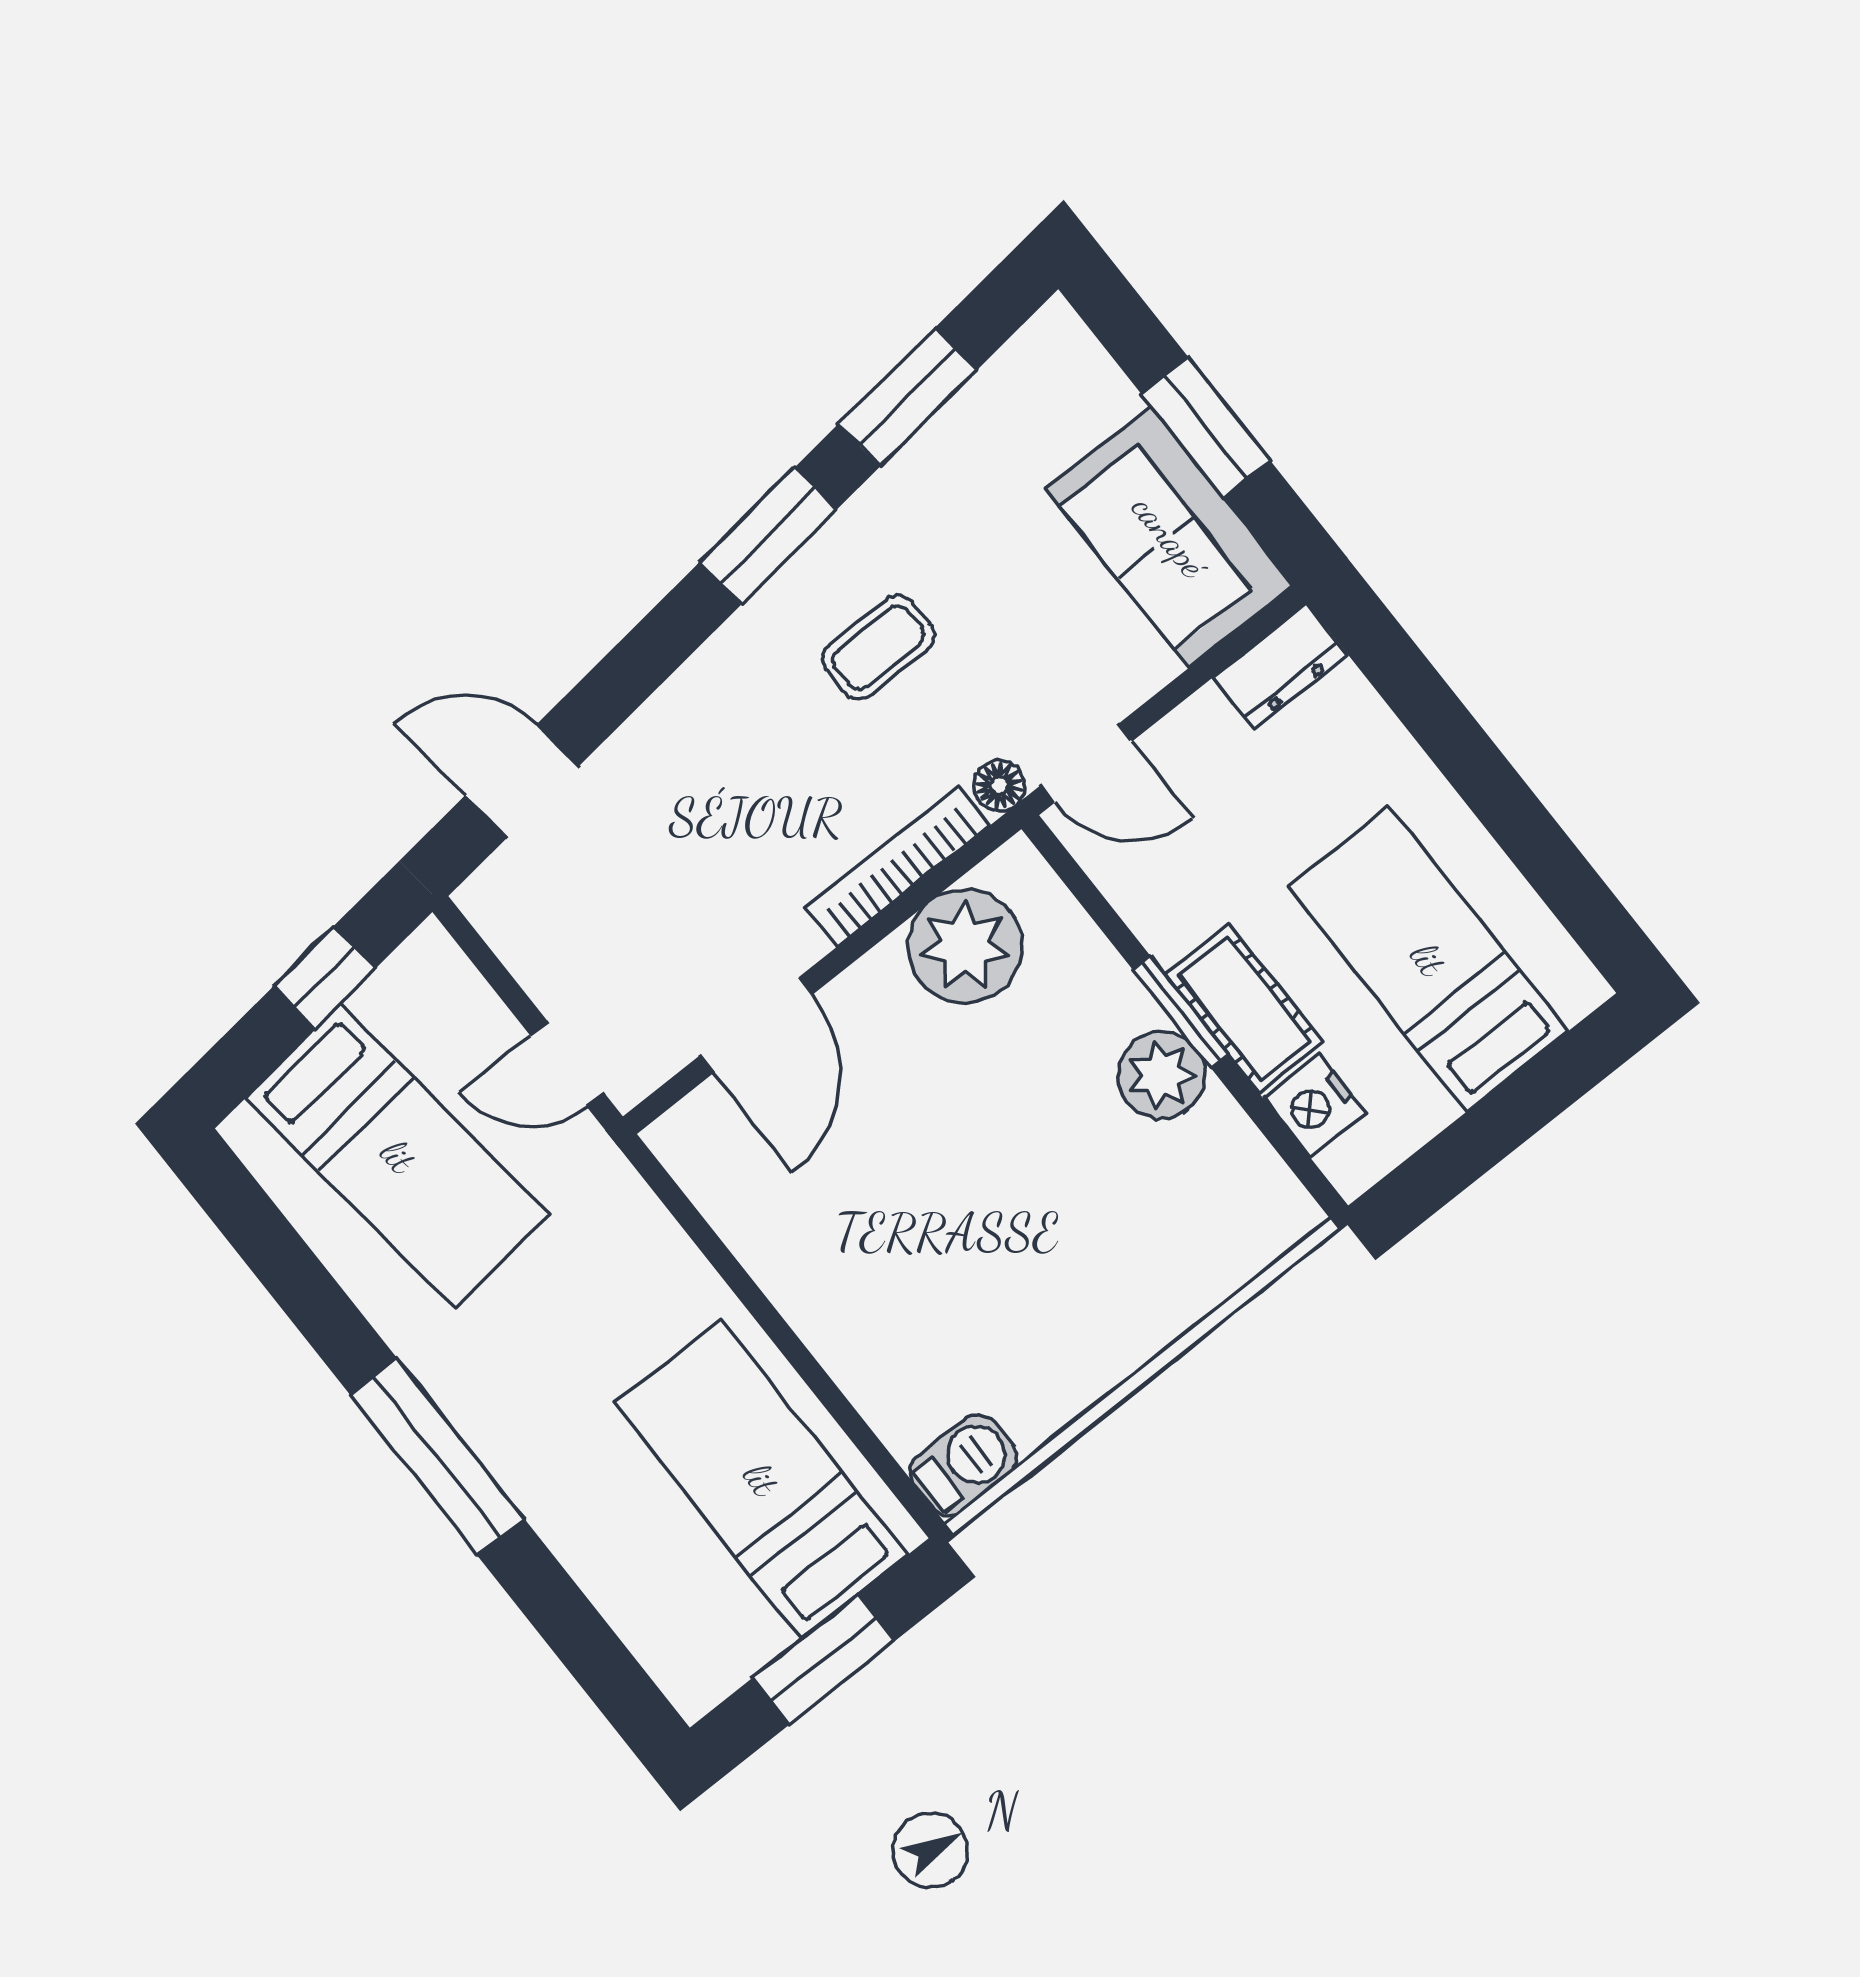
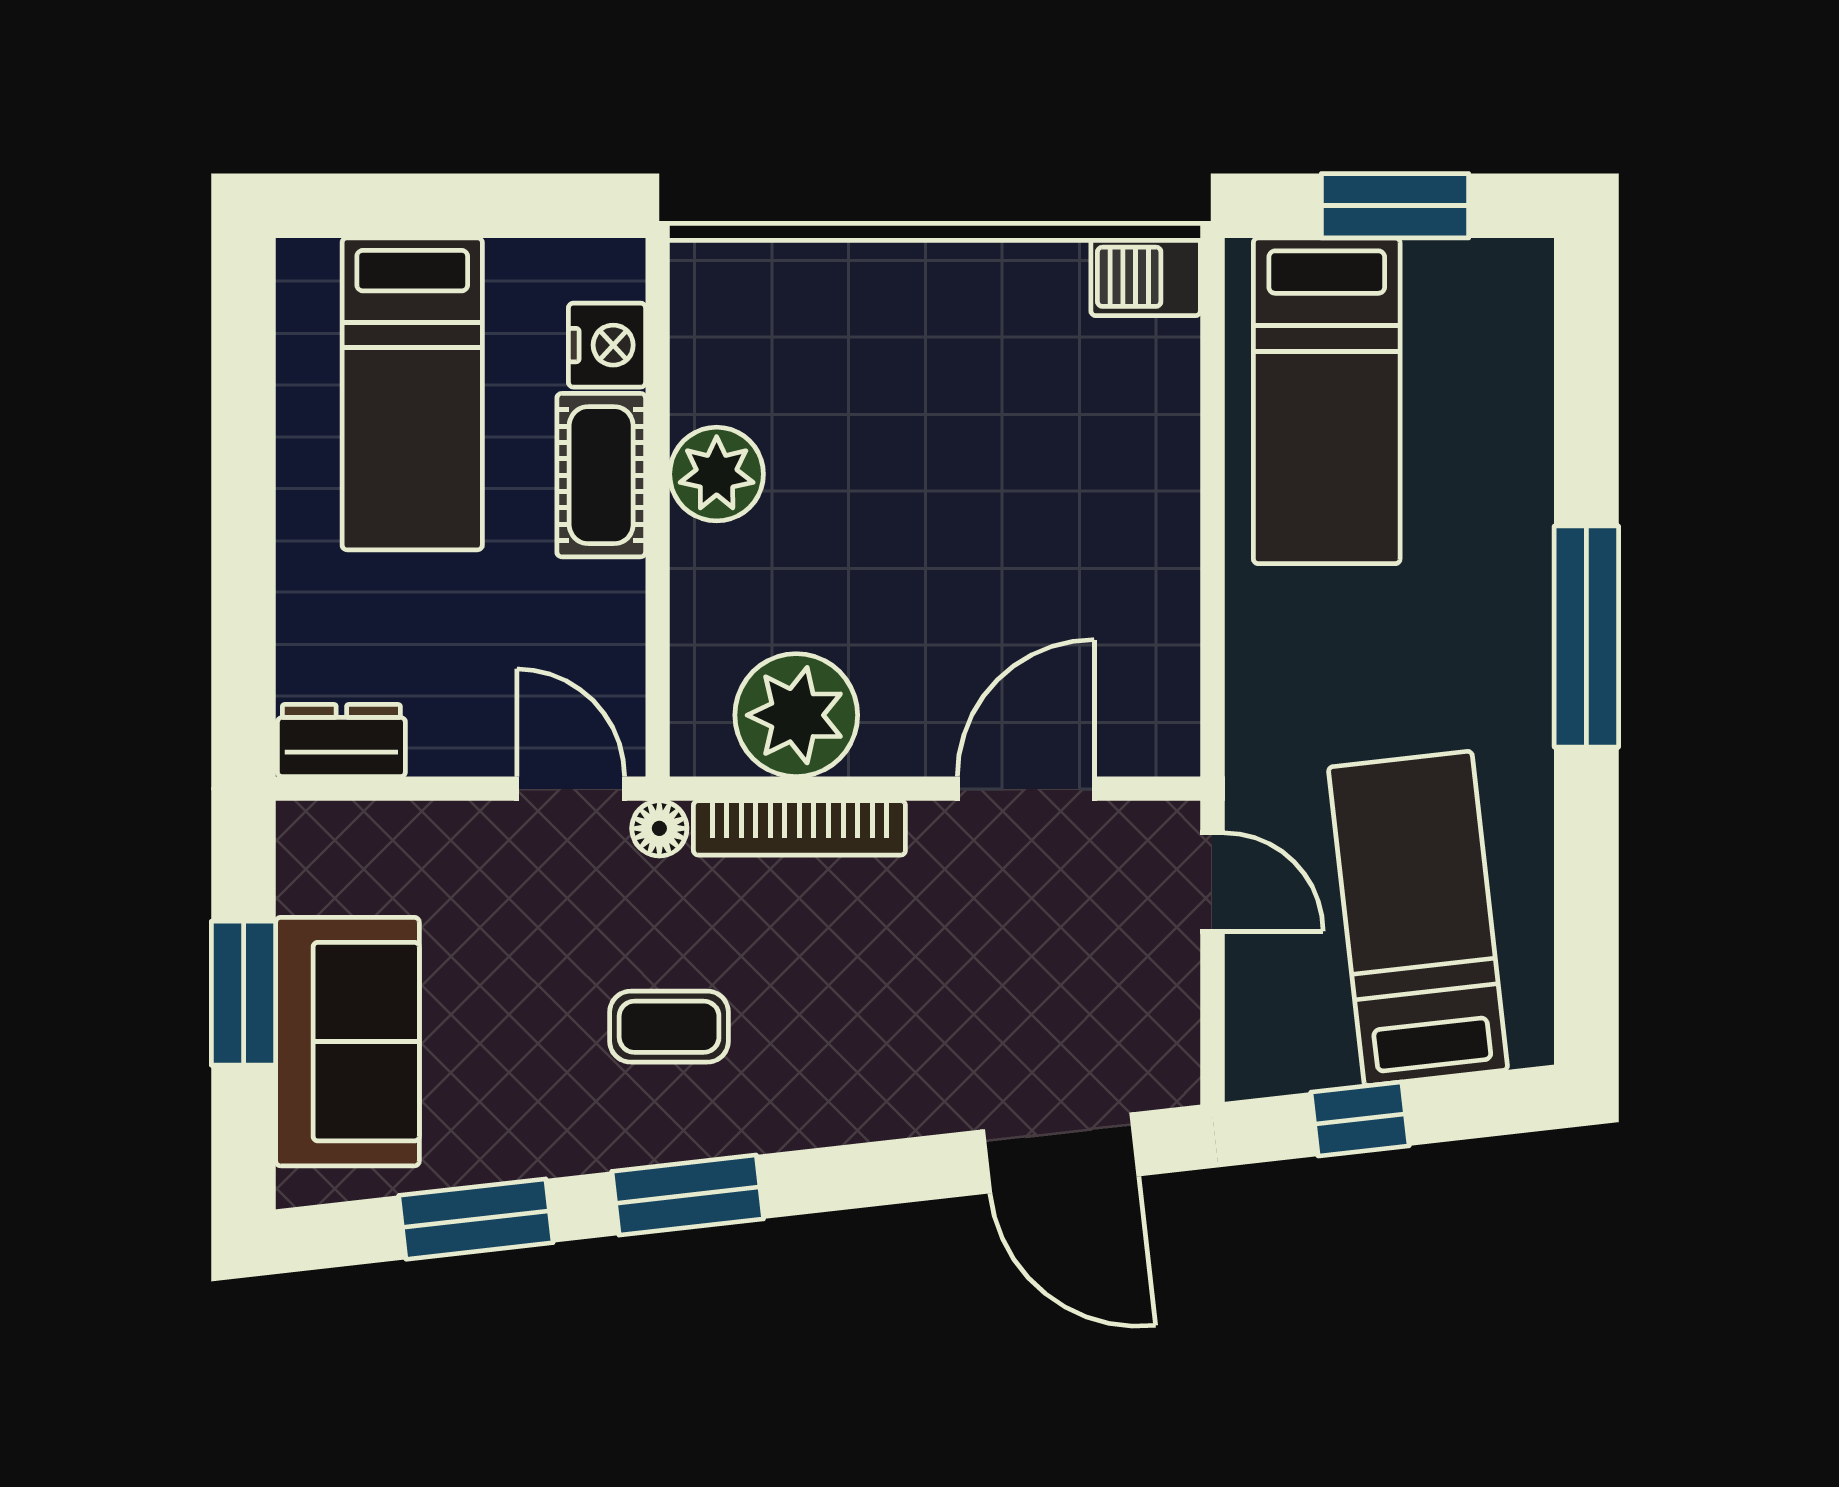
sofa: (1170, 536) -> (347, 1042), moved
door: (522, 781) -> (1061, 1153), width x1.38
window: (1180, 1012) -> (658, 515), removed

